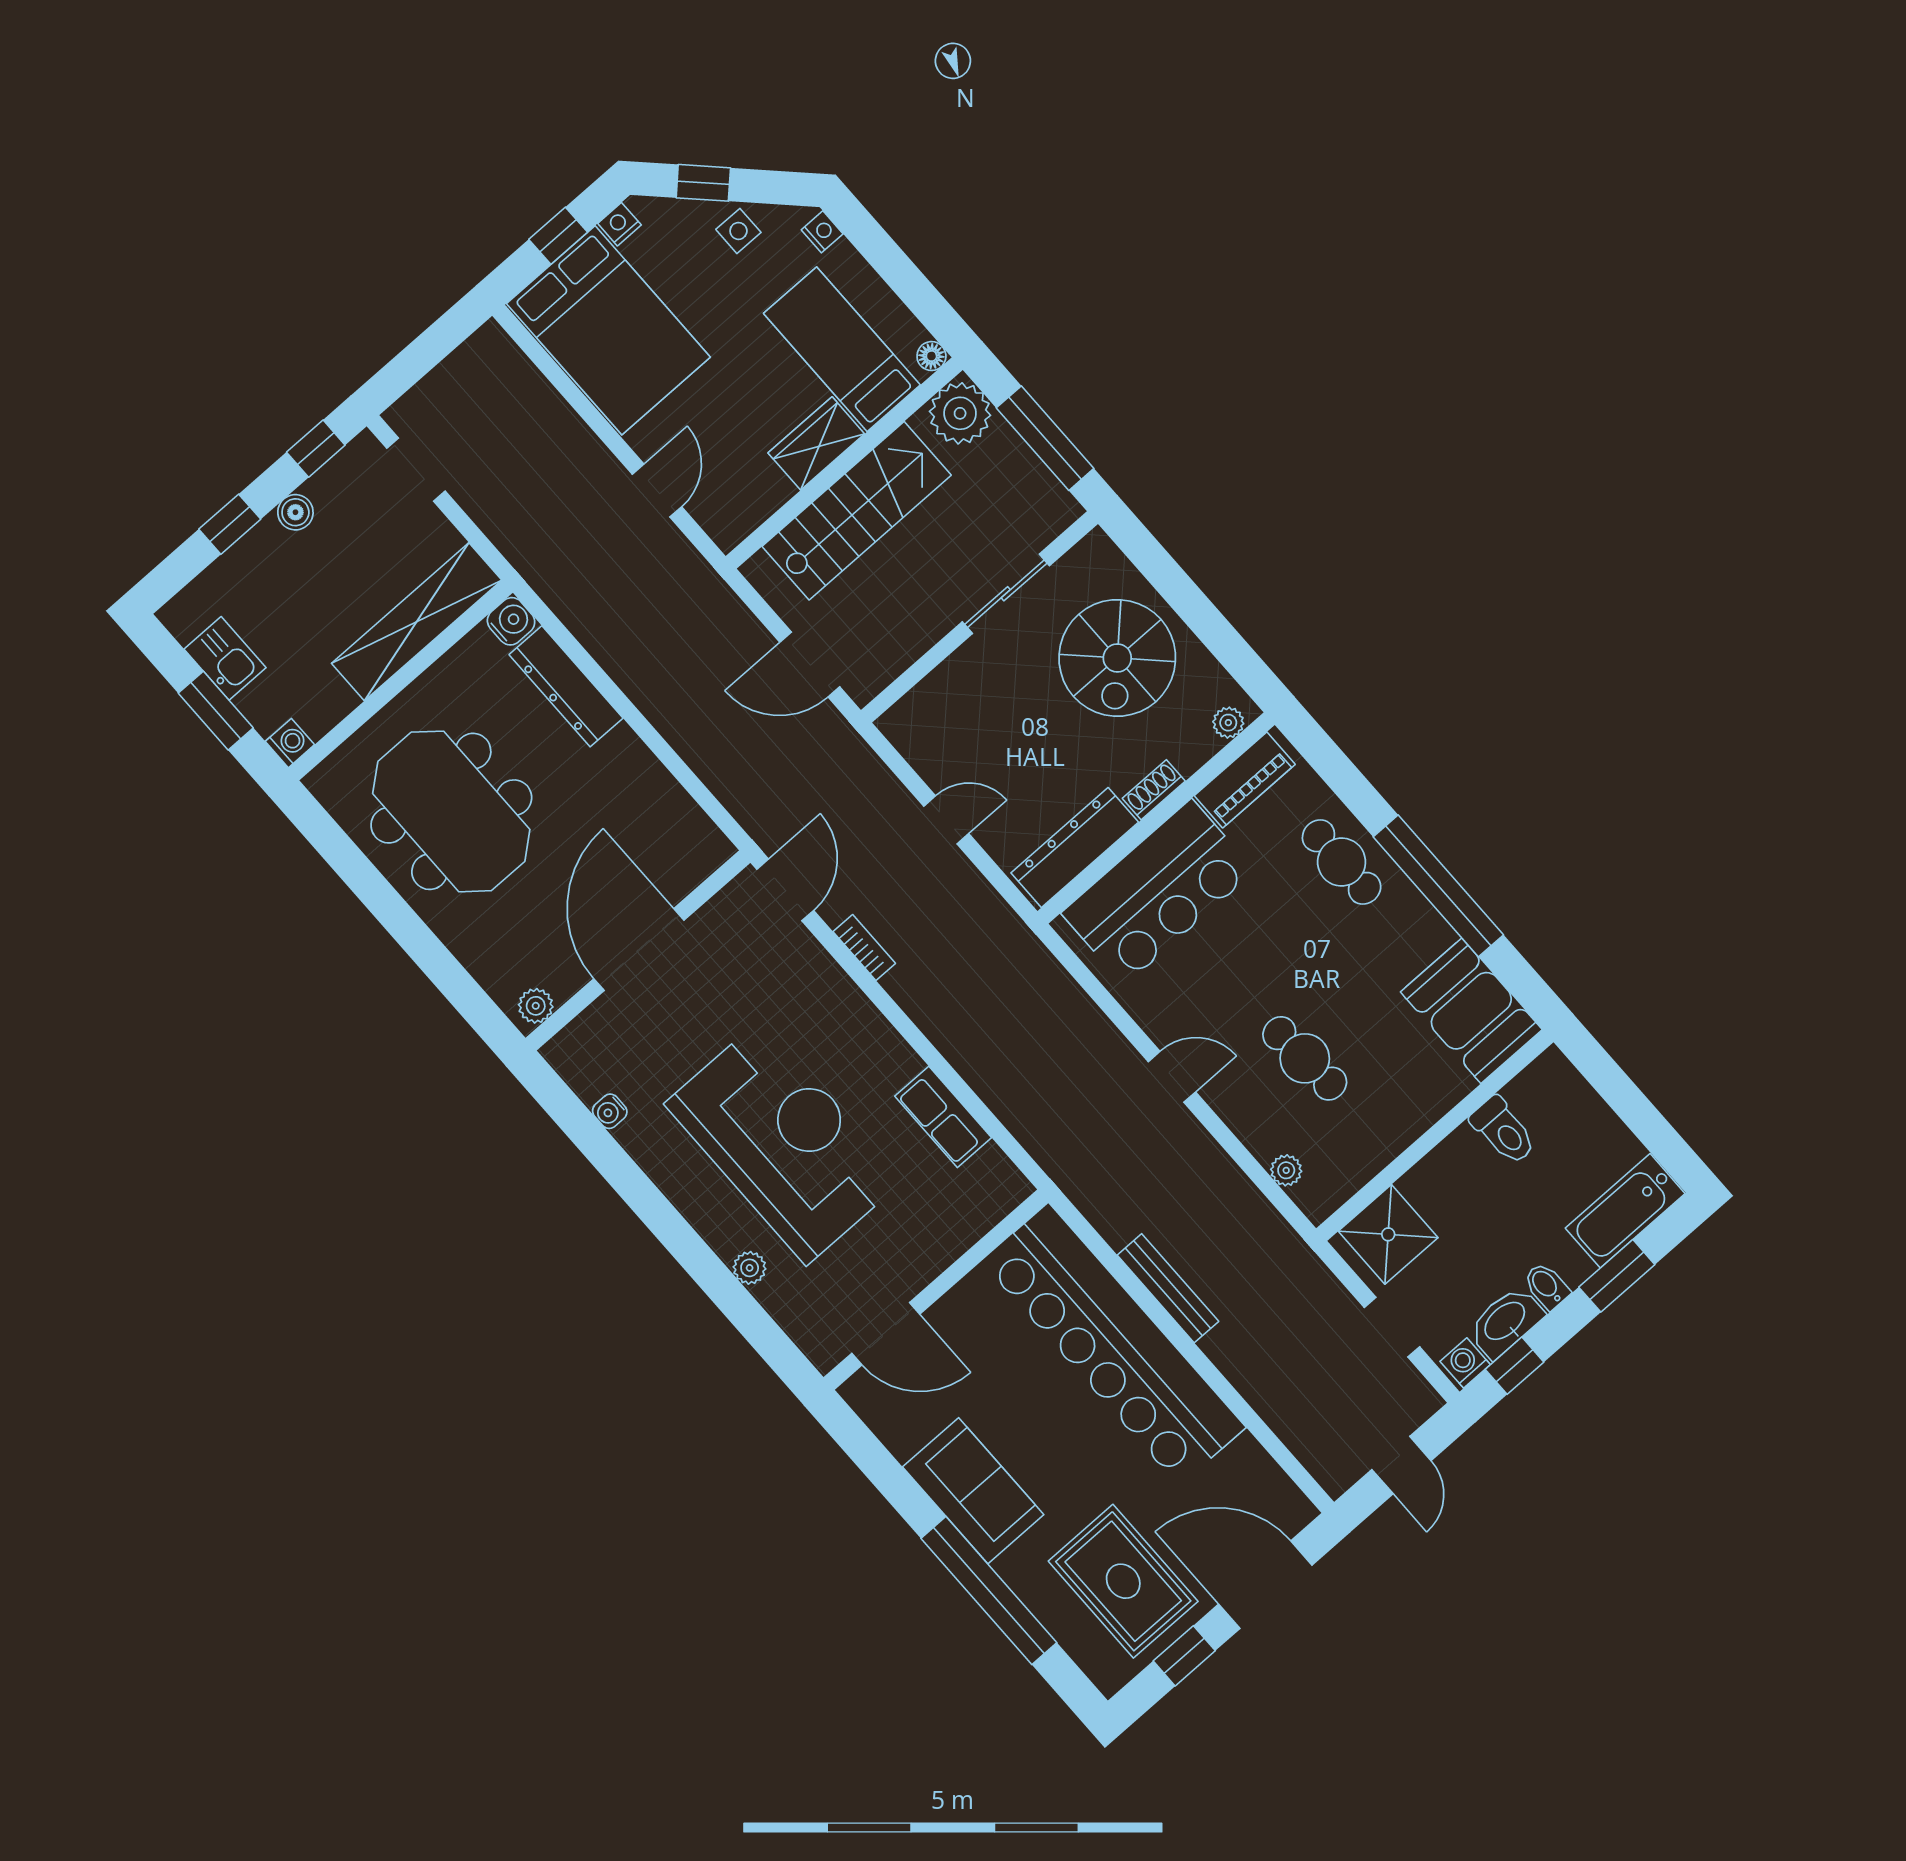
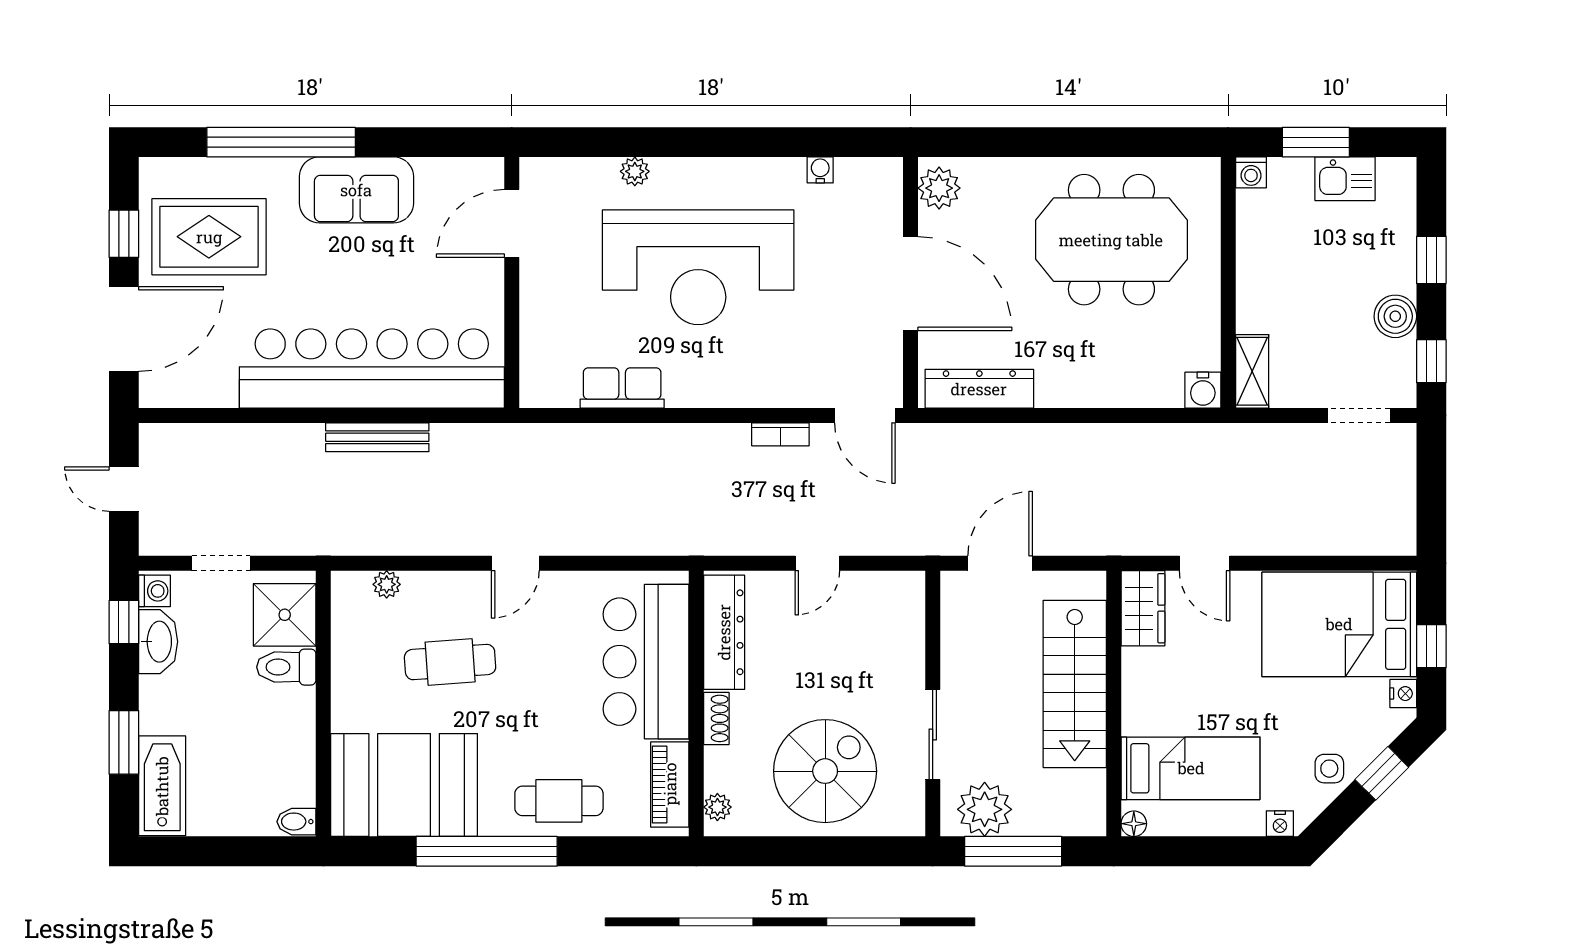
plant: (960, 413) -> (985, 809), moved
wardrobe: (816, 443) -> (1143, 608), moved
boiler: (295, 512) -> (1395, 316), width x1.36, depth x1.36
shelving: (417, 622) -> (1252, 371), width x0.45, depth x0.75
spiral stairs: (1117, 658) -> (825, 771), turned 90
dresser: (566, 686) -> (979, 389), moved
plant: (536, 1006) -> (939, 188), width x1.38, depth x1.38
booth: (1471, 1011) -> (404, 785), width x1.36, depth x1.42
toilet: (1503, 1131) -> (286, 667), moved
bidet: (1547, 1286) -> (296, 822), moved, turned 180

